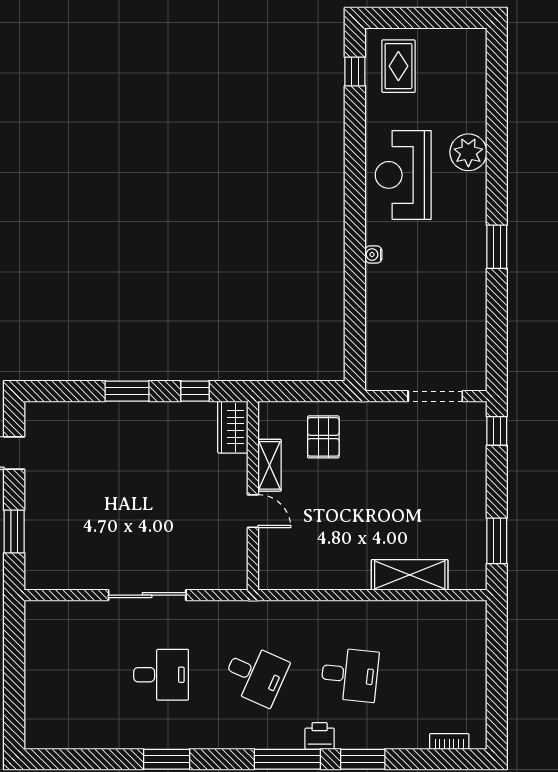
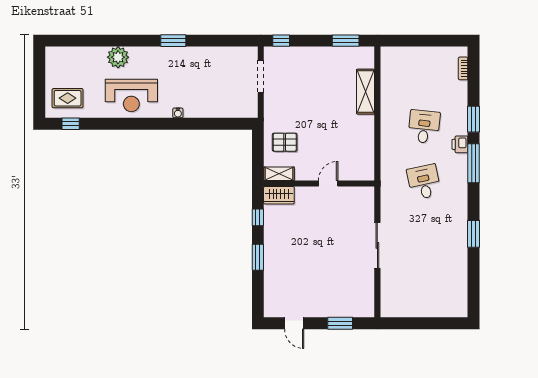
shelving: (270, 465) -> (279, 174), moved
desk: (161, 675) -> (424, 237), removed
desk: (255, 675) -> (424, 182), turned -36

